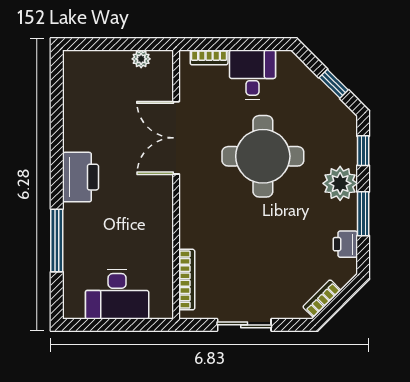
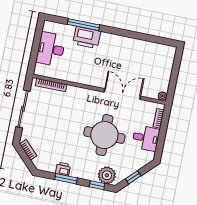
plant: (141, 59) -> (162, 96), moved
printer: (80, 177) -> (87, 38), moved
plant: (340, 183) -> (107, 175), moved
printer: (345, 244) -> (63, 169), moved
sliding door: (244, 325) -> (23, 109), width x1.37

